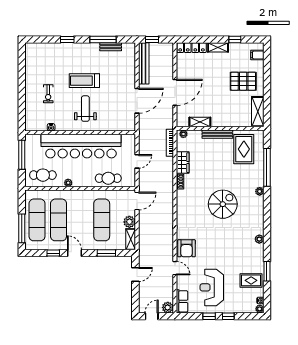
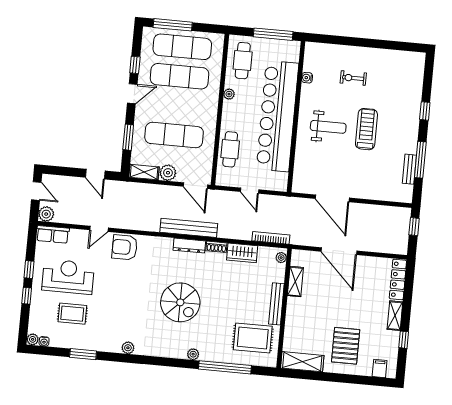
bench: (144, 63) -> (189, 228), moved
dresser: (181, 201) -> (189, 246), added
rug: (251, 280) -> (72, 314), moved, turned 90

